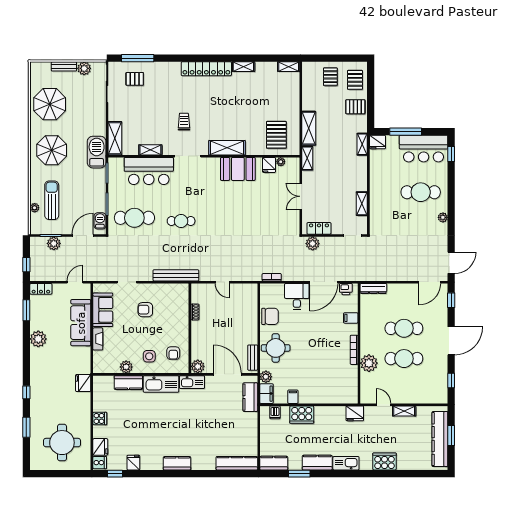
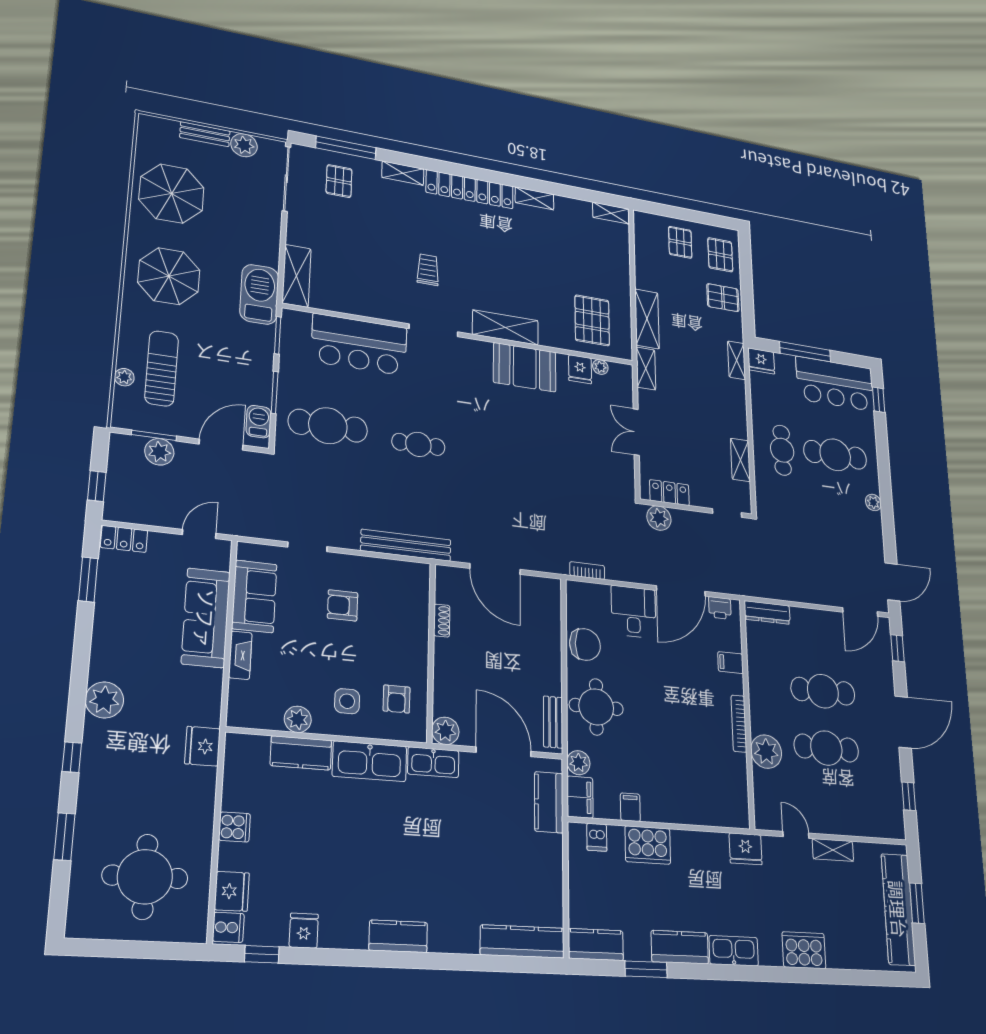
pallet: (135, 79) -> (339, 181), turned 90
shelving: (150, 150) -> (403, 173), moved
cafe table: (388, 194) -> (782, 450), added
door: (222, 282) -> (495, 569), width x1.87
plant: (38, 339) -> (104, 700), moved

